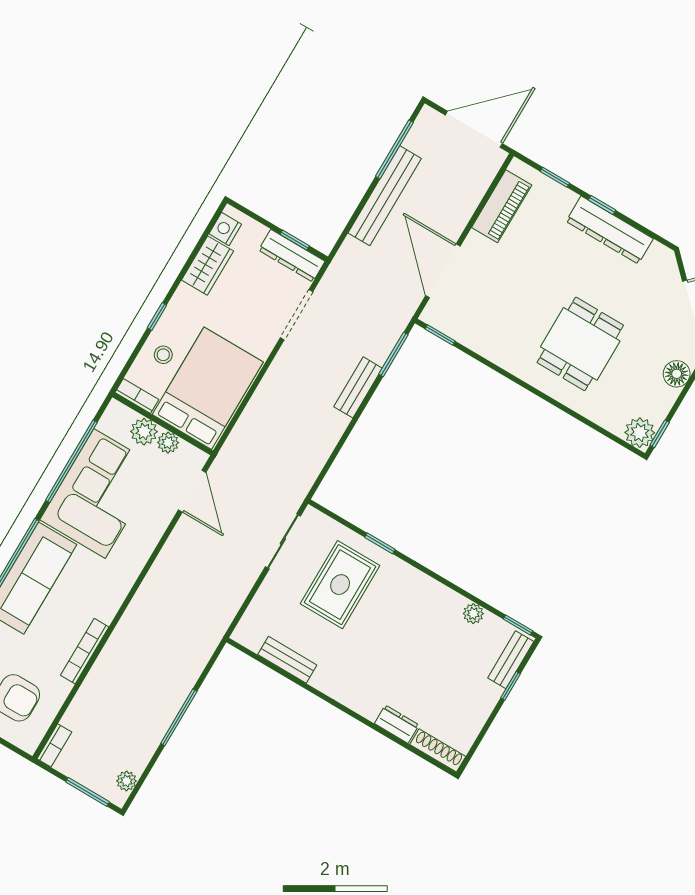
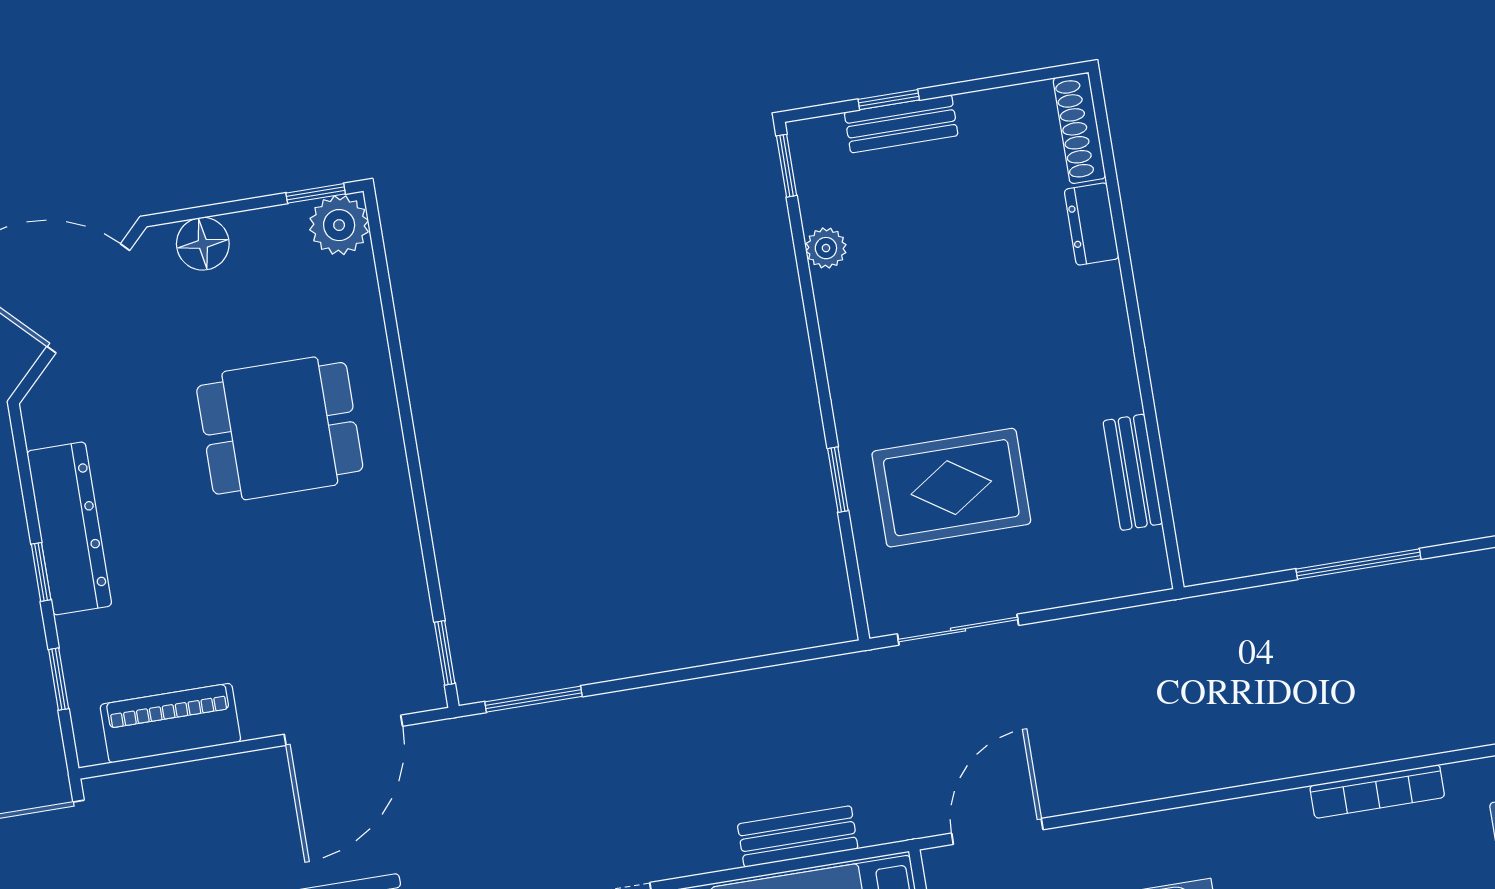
bench: (358, 387) -> (798, 837), moved
bench: (511, 660) -> (901, 124), moved

